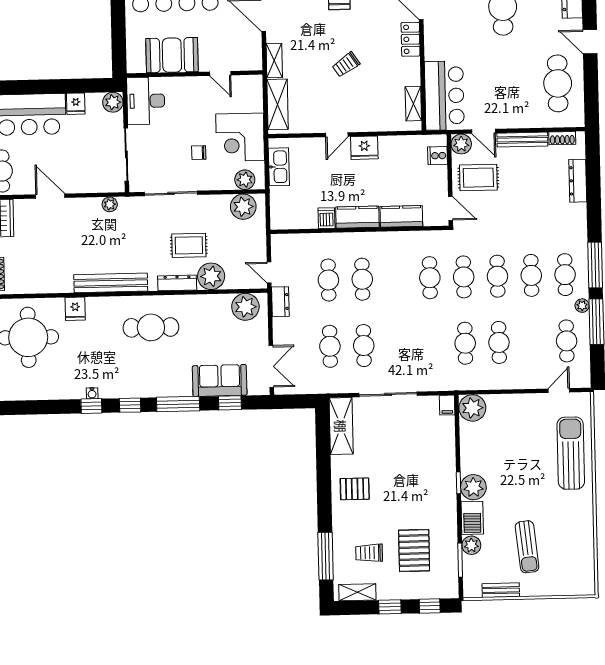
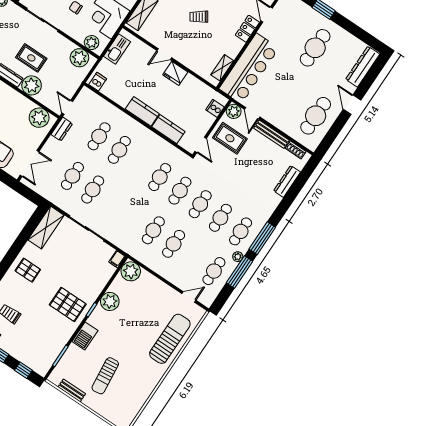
bar counter: (444, 96) -> (249, 68), width x1.36
dishwasher: (327, 218) -> (98, 82), moved
plant: (473, 487) -> (110, 301), moved
plant: (471, 545) -> (73, 352), removed
pallet: (414, 550) -> (68, 304), moved, turned 90

